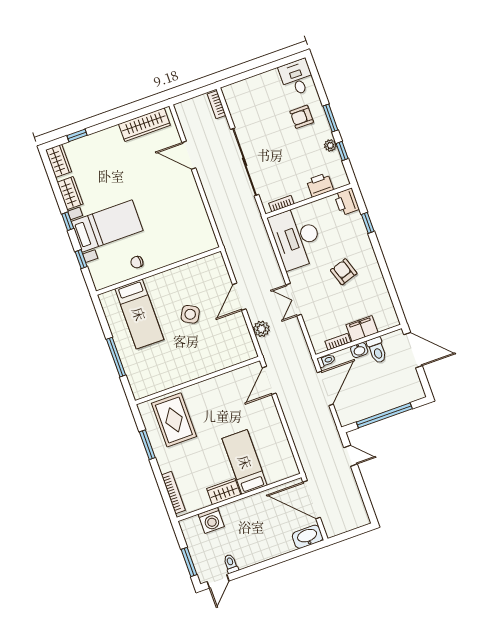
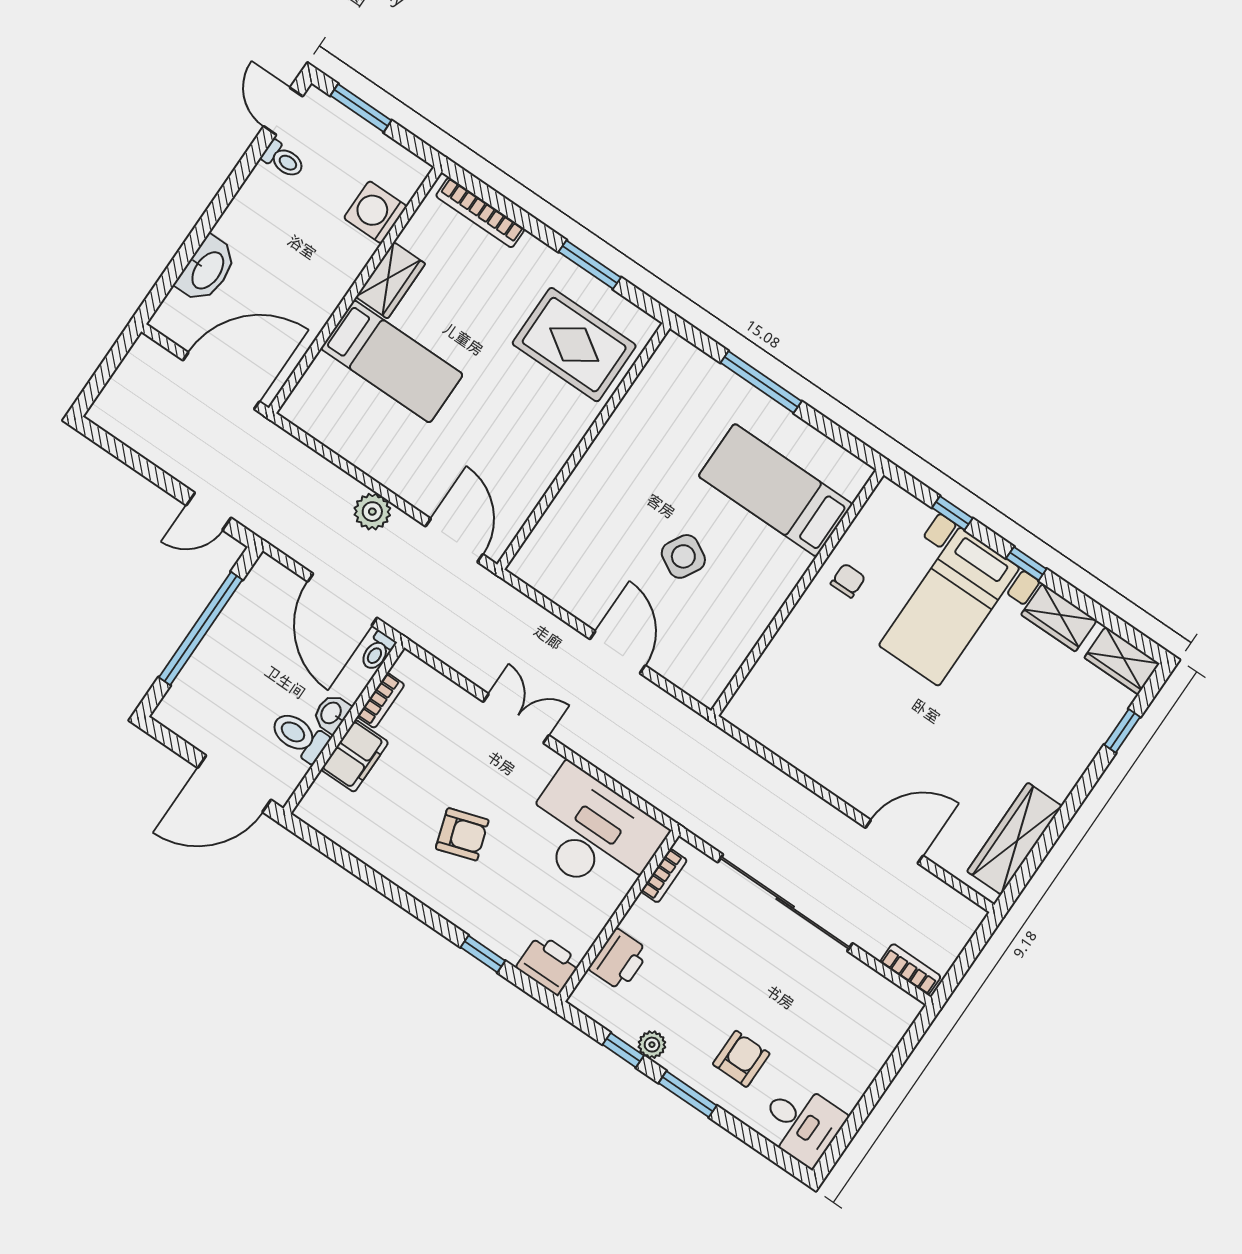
plant: (261, 329) -> (372, 512), moved
washbasin: (307, 537) -> (207, 270), moved

